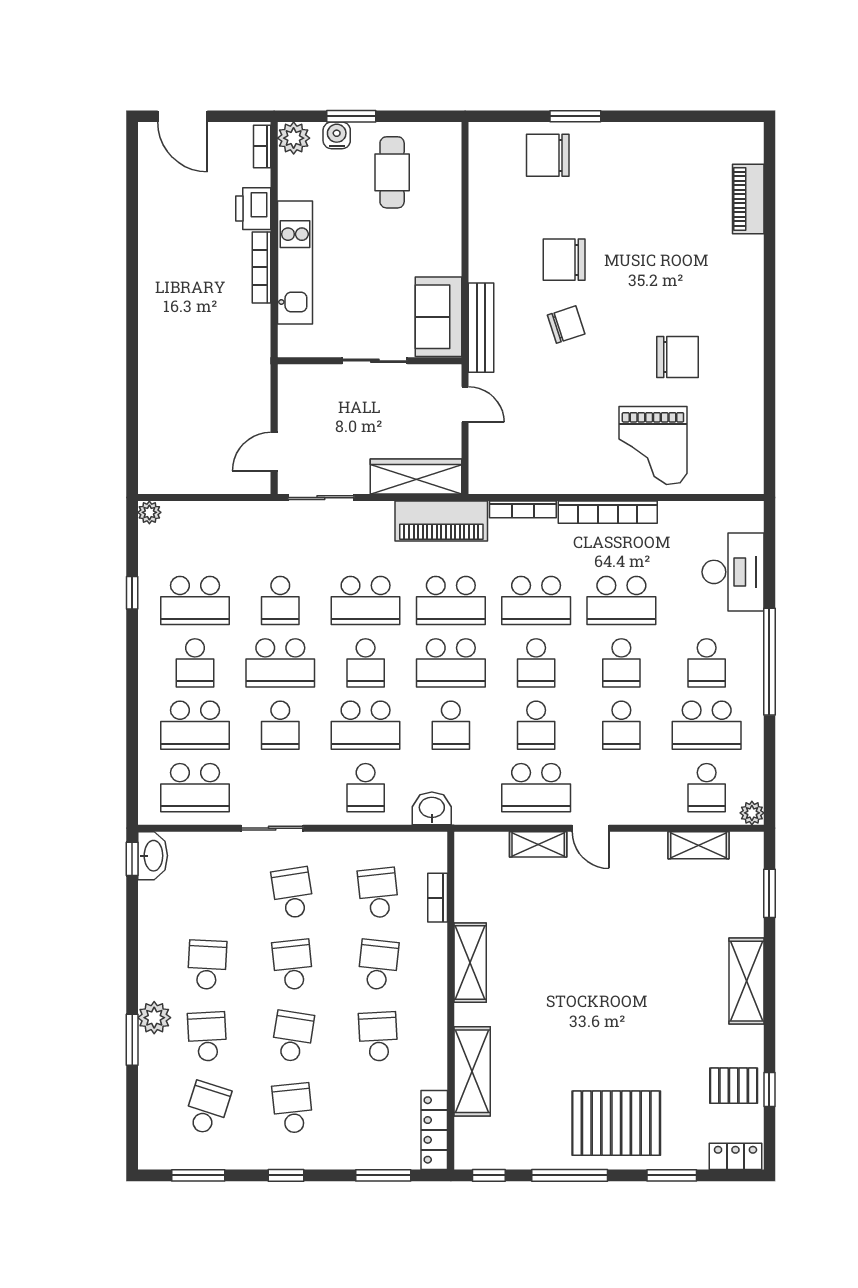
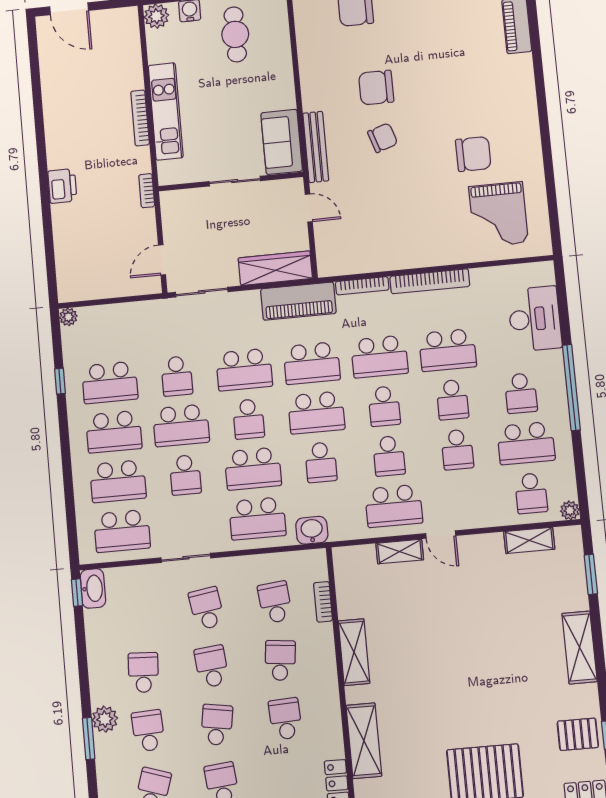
bookcase: (262, 146) -> (147, 191), moved
printer: (253, 209) -> (62, 186), moved, turned 180
grand piano: (653, 445) -> (498, 215), moved
school desk: (195, 663) -> (114, 432), width x1.85
school desk: (366, 788) -> (257, 518), width x1.85

